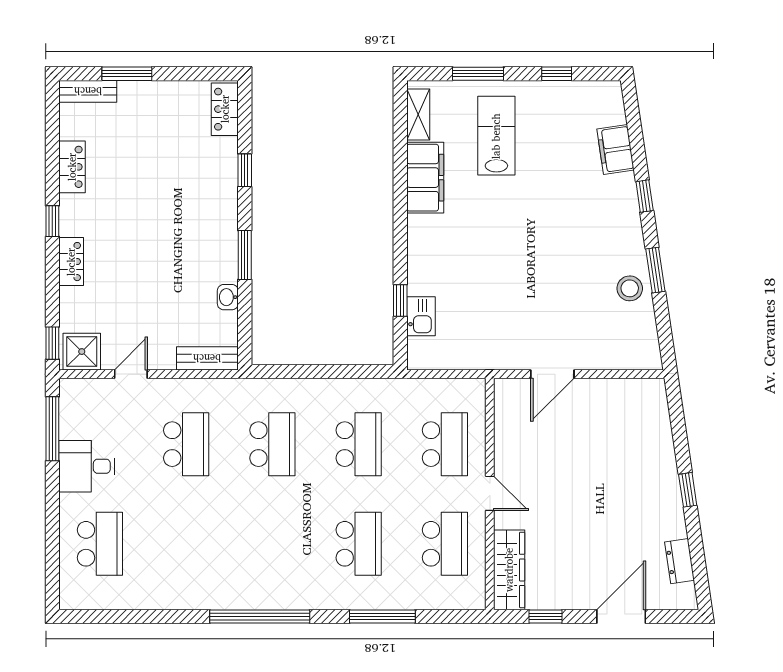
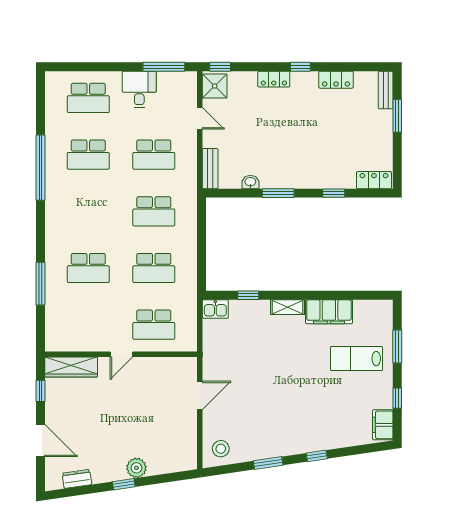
shelving: (418, 114) -> (287, 307), moved
lab bench: (496, 136) -> (356, 359), turned 180
filing cabinet: (615, 149) -> (383, 425), moved, turned -82
stool: (630, 288) -> (221, 449), moved
kitchen sink: (421, 316) -> (215, 309), moved
door: (552, 374) -> (200, 395), swing flipped
plant: (663, 470) -> (136, 468), added
school desk: (445, 544) -> (88, 155), moved
window: (260, 616) -> (40, 168), moved

